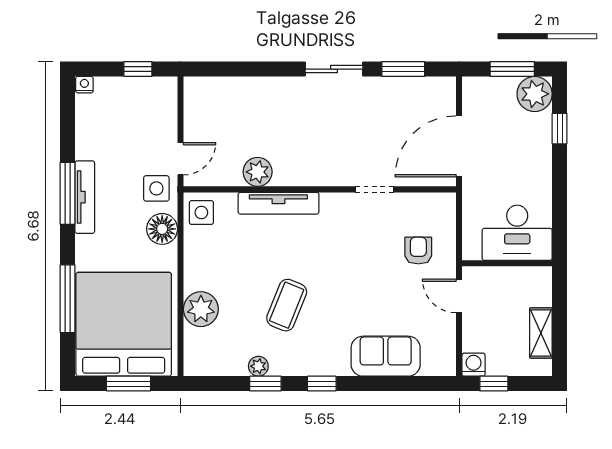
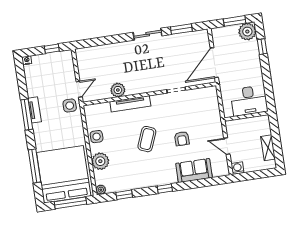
tv unit: (85, 197) -> (35, 110), width x0.71
side table: (201, 213) -> (97, 137), moved
floor lamp: (162, 229) -> (75, 125), removed
armchair: (418, 251) -> (182, 139), moved, turned 180
door: (459, 296) -> (227, 146), moved
coffee table: (287, 305) -> (147, 139), moved
plant: (258, 366) -> (101, 190), moved
window: (129, 384) -> (70, 203), width x1.44
window: (265, 384) -> (124, 195), moved
window: (494, 384) -> (249, 176), removed

